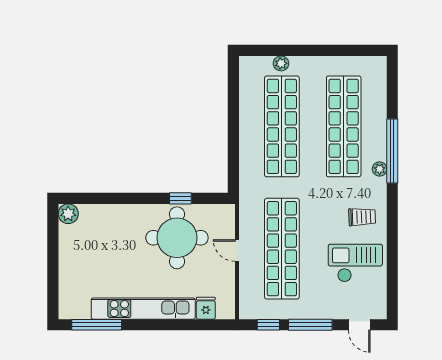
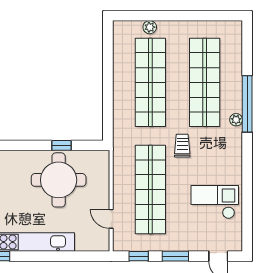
trolley: (362, 217) -> (182, 146), moved, turned -88
door: (237, 251) -> (111, 219), moved
fridge: (206, 308) -> (84, 242), removed
window: (310, 325) -> (175, 256), width x0.69

